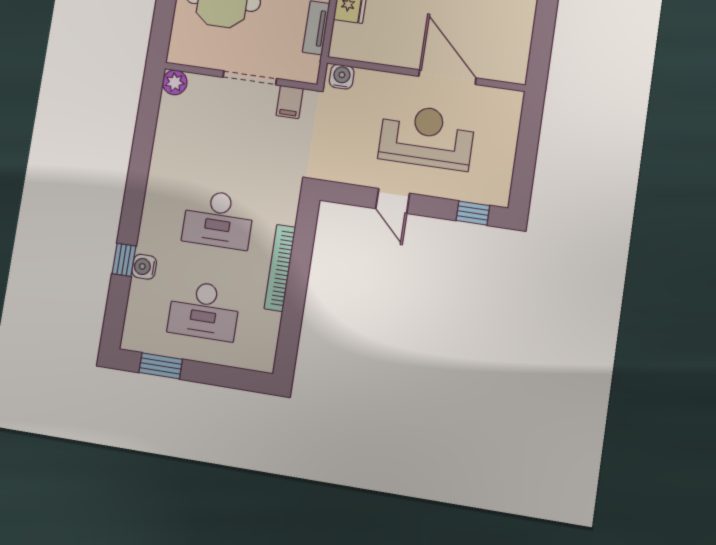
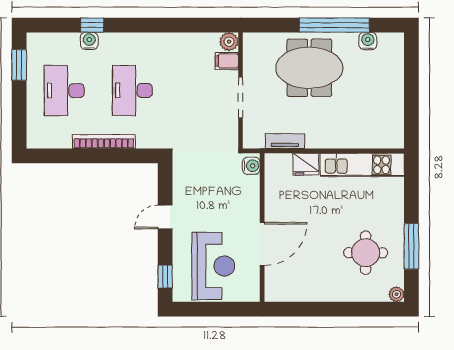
filing cabinet: (290, 102) -> (227, 61), moved
reception desk: (427, 137) -> (213, 266), moved

